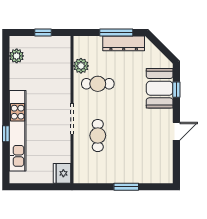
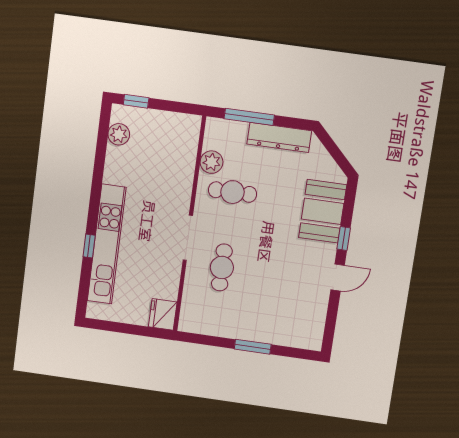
window: (43, 33) -> (136, 101), moved
window: (116, 33) -> (249, 117), moved
window: (176, 90) -> (344, 238), moved

